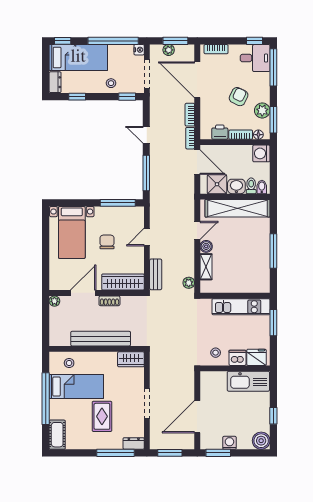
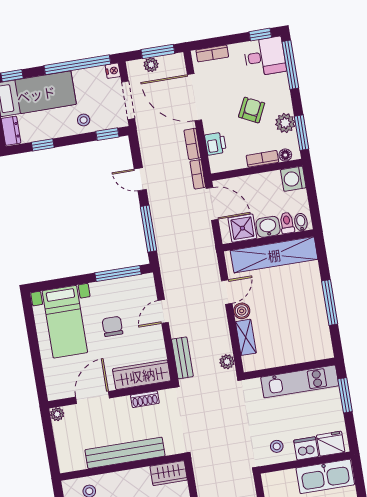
printer: (220, 132) -> (215, 144), moved, turned 90
shoe rack: (109, 301) -> (145, 399), moved

